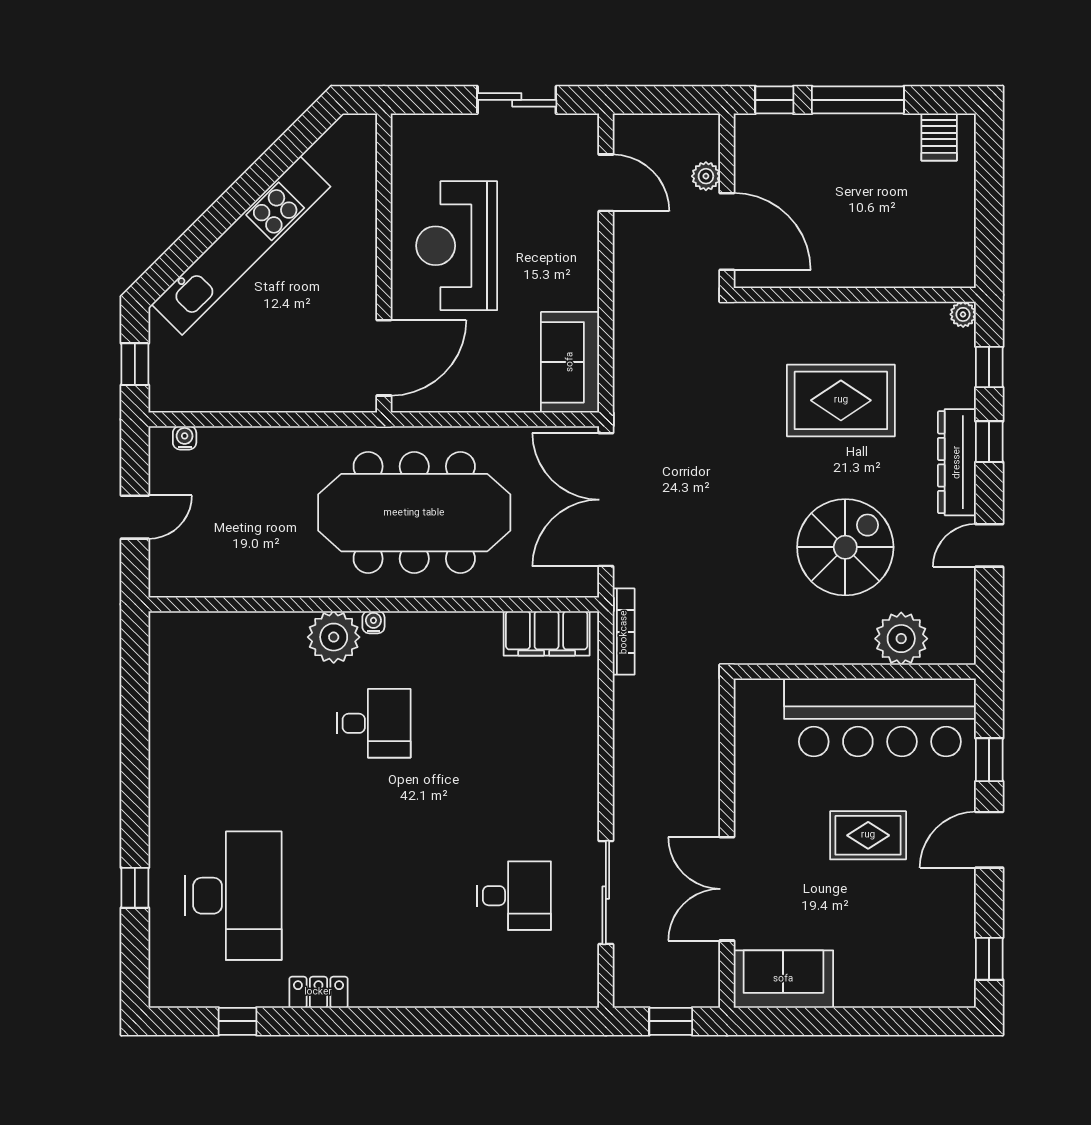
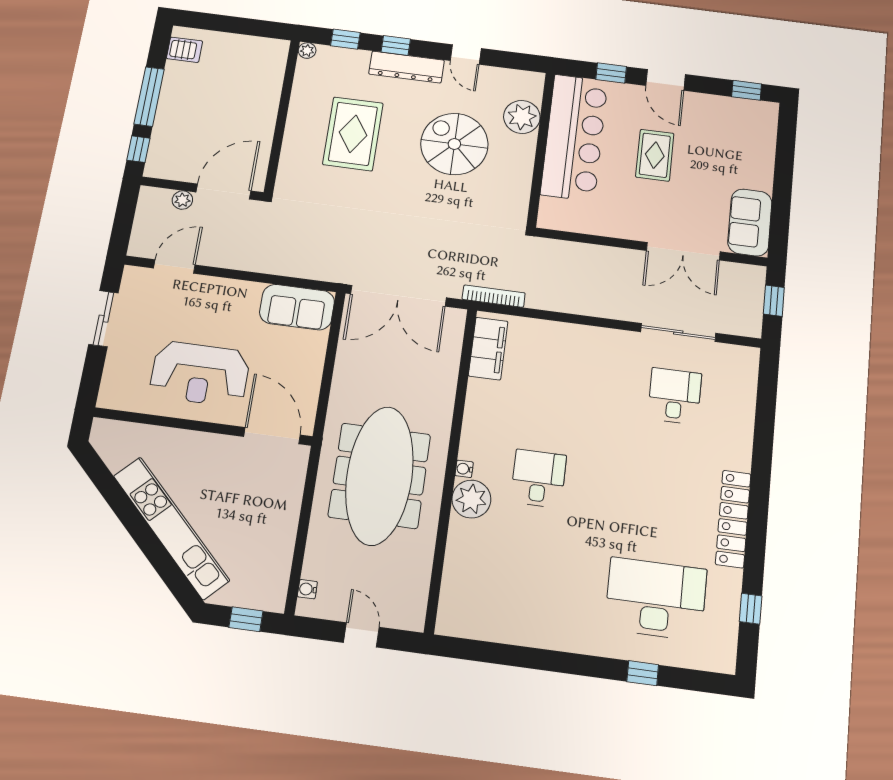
meeting table: (414, 513) -> (380, 476), moved
locker: (318, 992) -> (733, 519), width x2.16, depth x1.21

